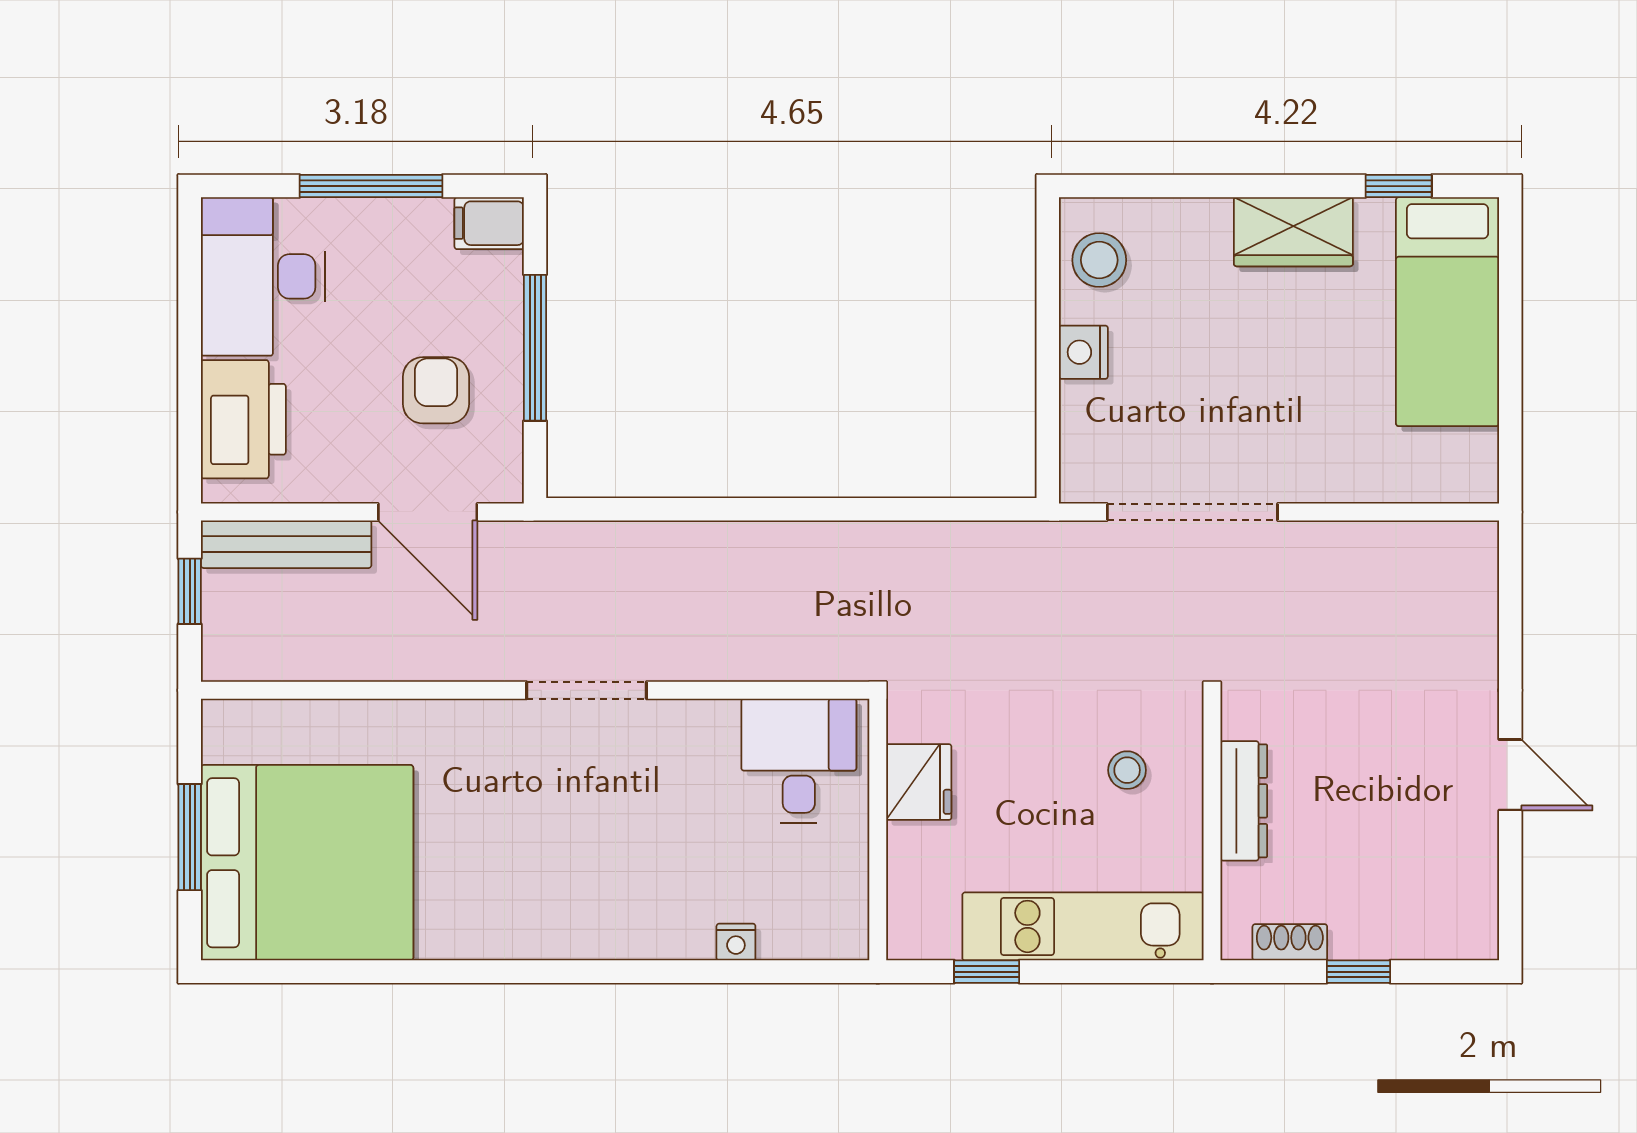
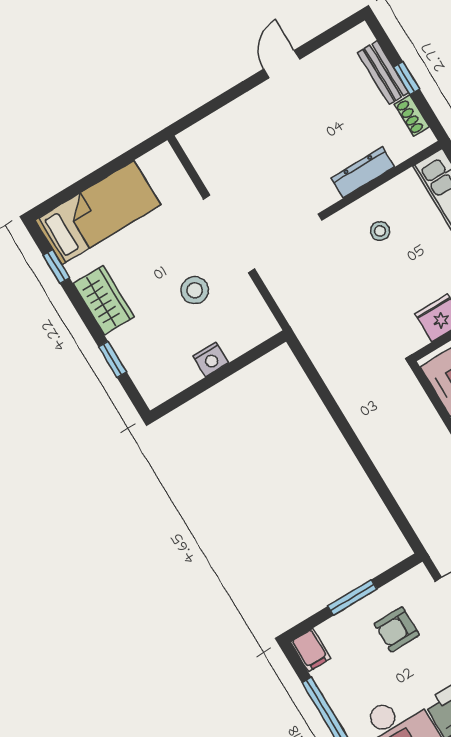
window: (1184, 186) -> (112, 359), added
stool: (1099, 260) -> (195, 290), moved
window: (535, 348) -> (352, 598), width x0.69
doorway: (1192, 512) -> (229, 234), moved
bench: (1392, 938) -> (383, 73), added

